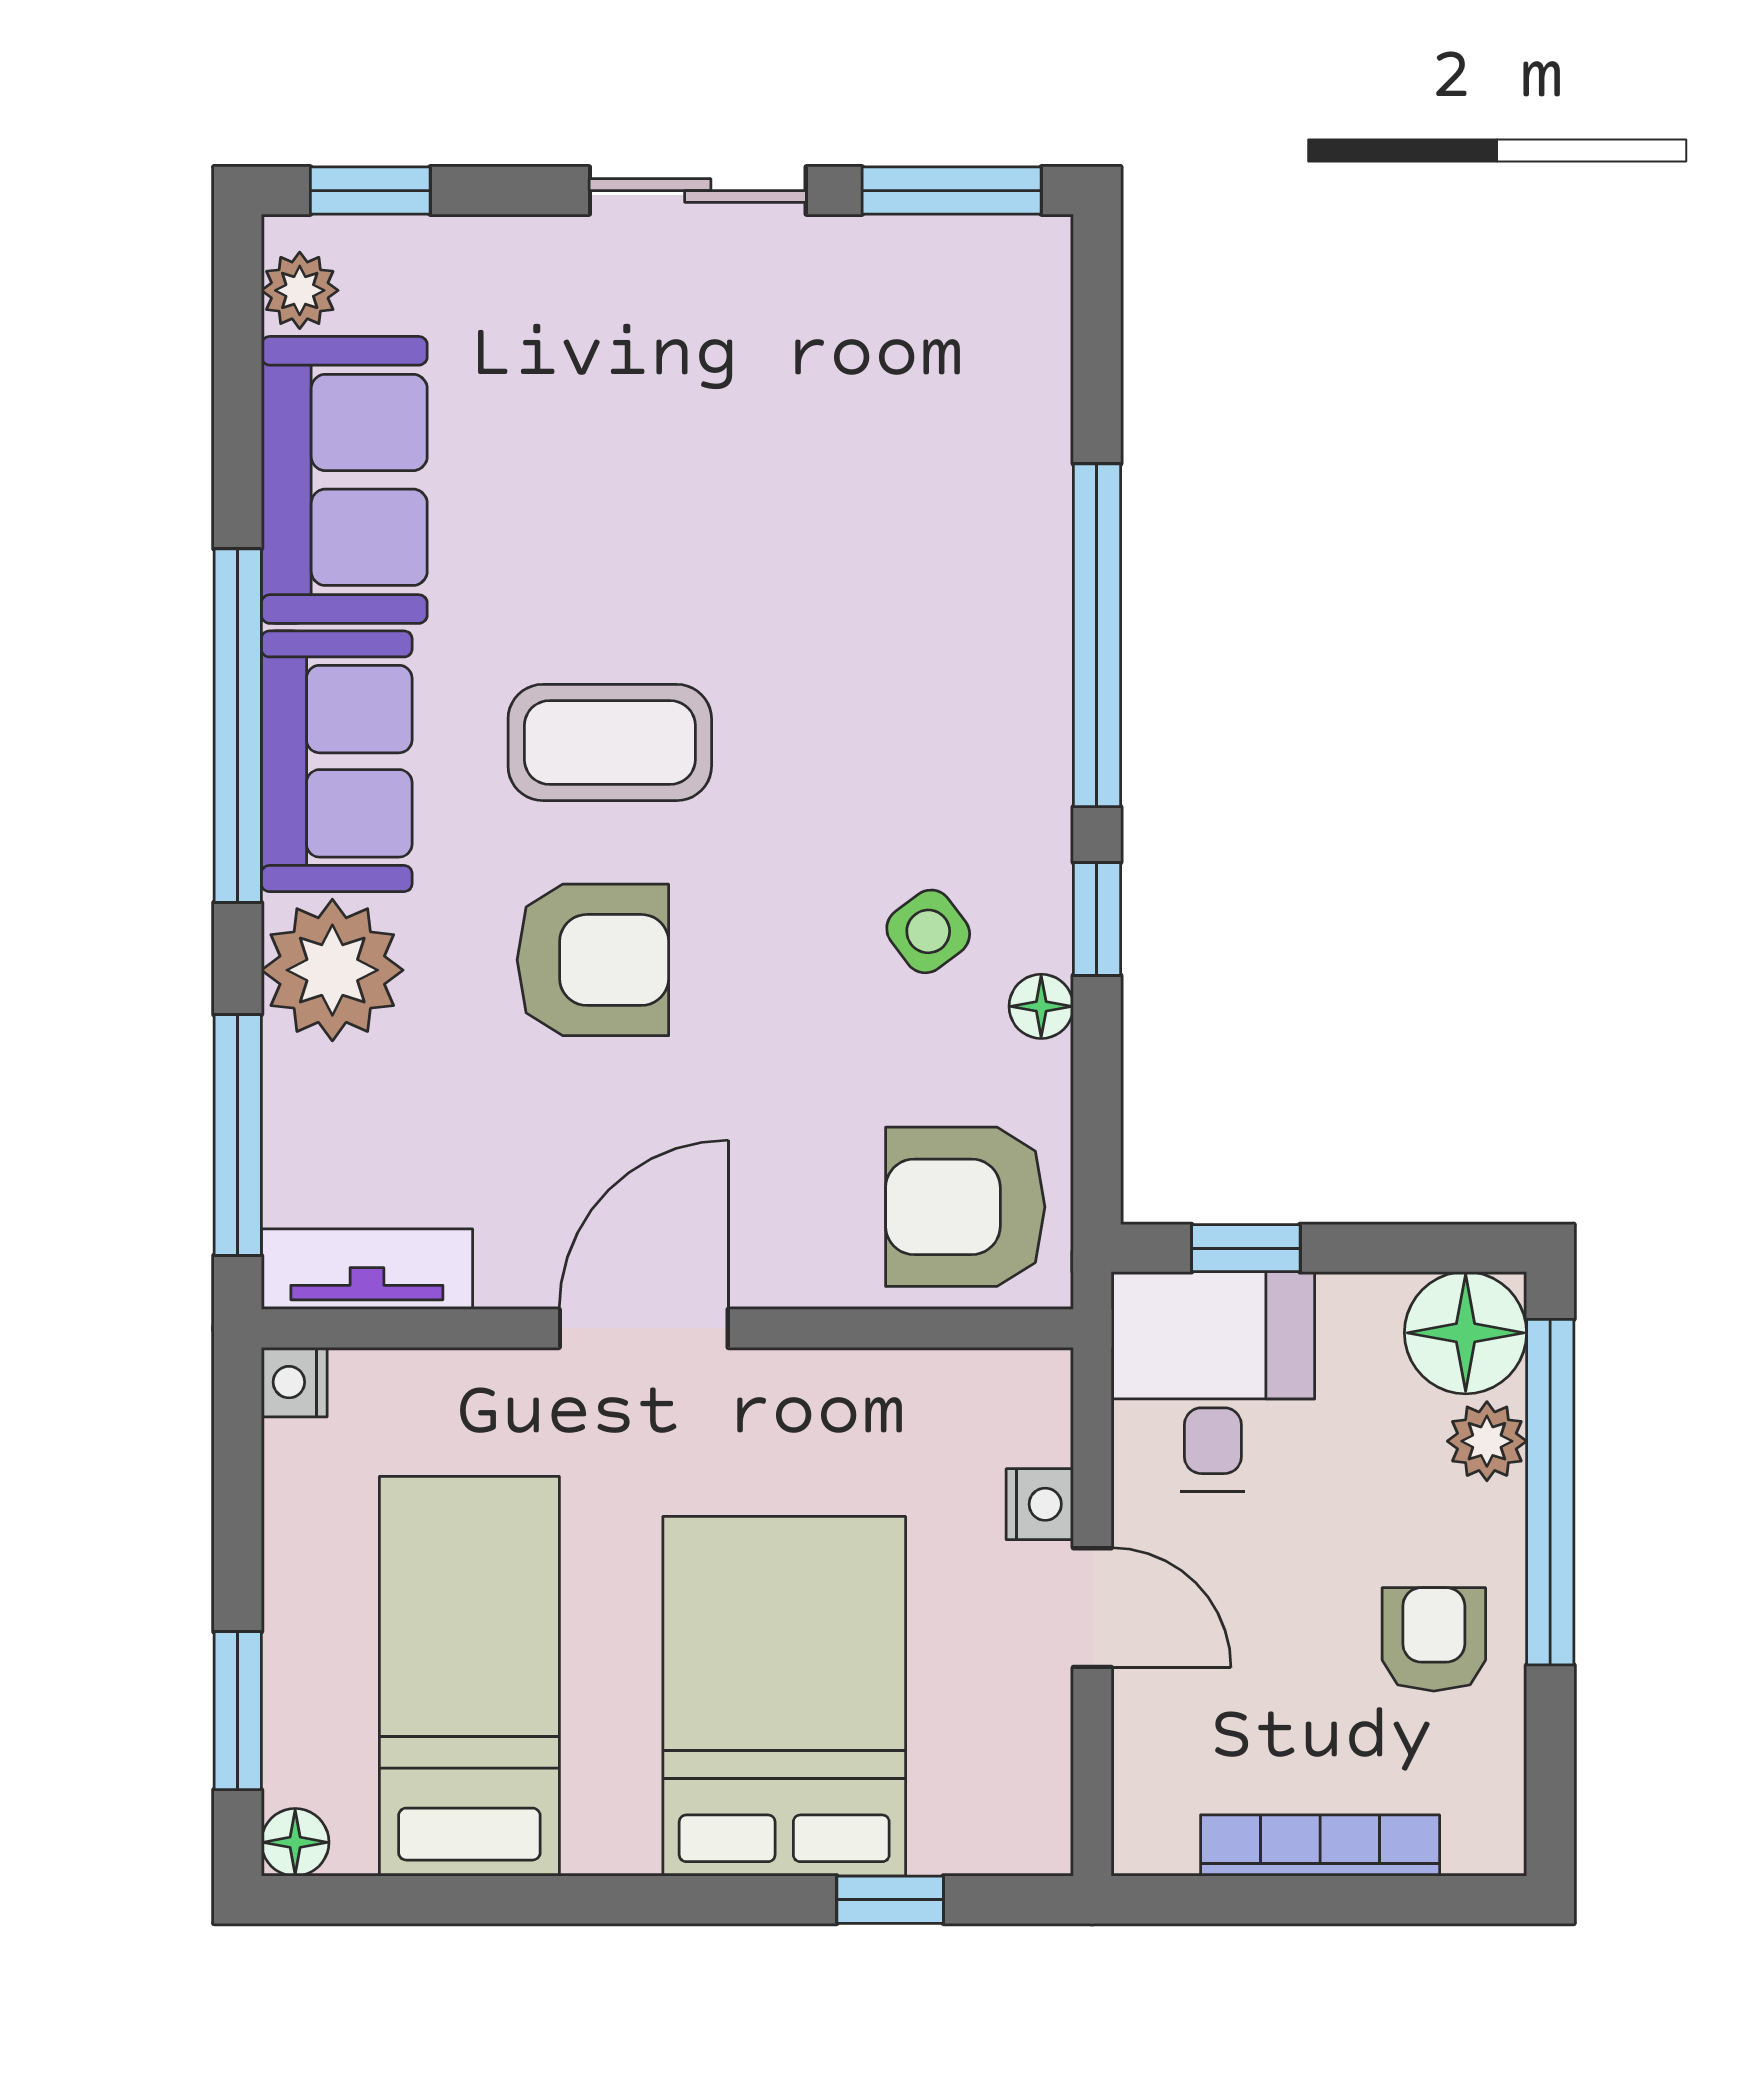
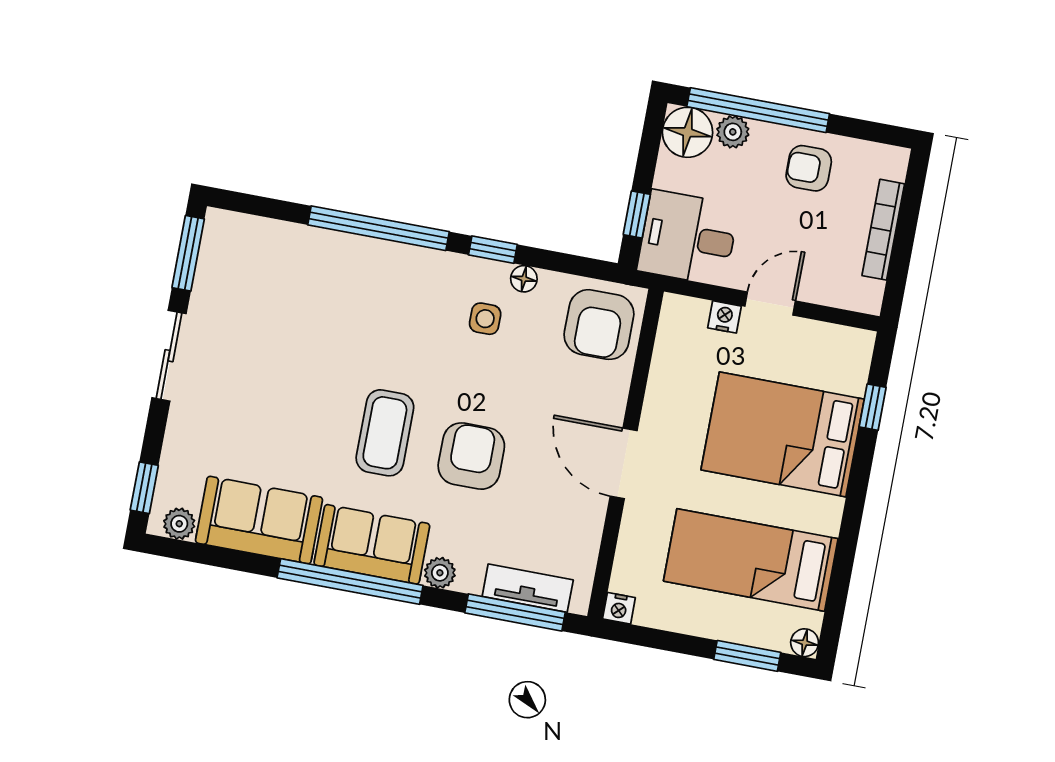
side table: (928, 931) -> (485, 319), turned 37
plant: (332, 970) -> (440, 573), width x0.53, depth x0.53
tv unit: (367, 1269) -> (528, 588), moved, turned 90

